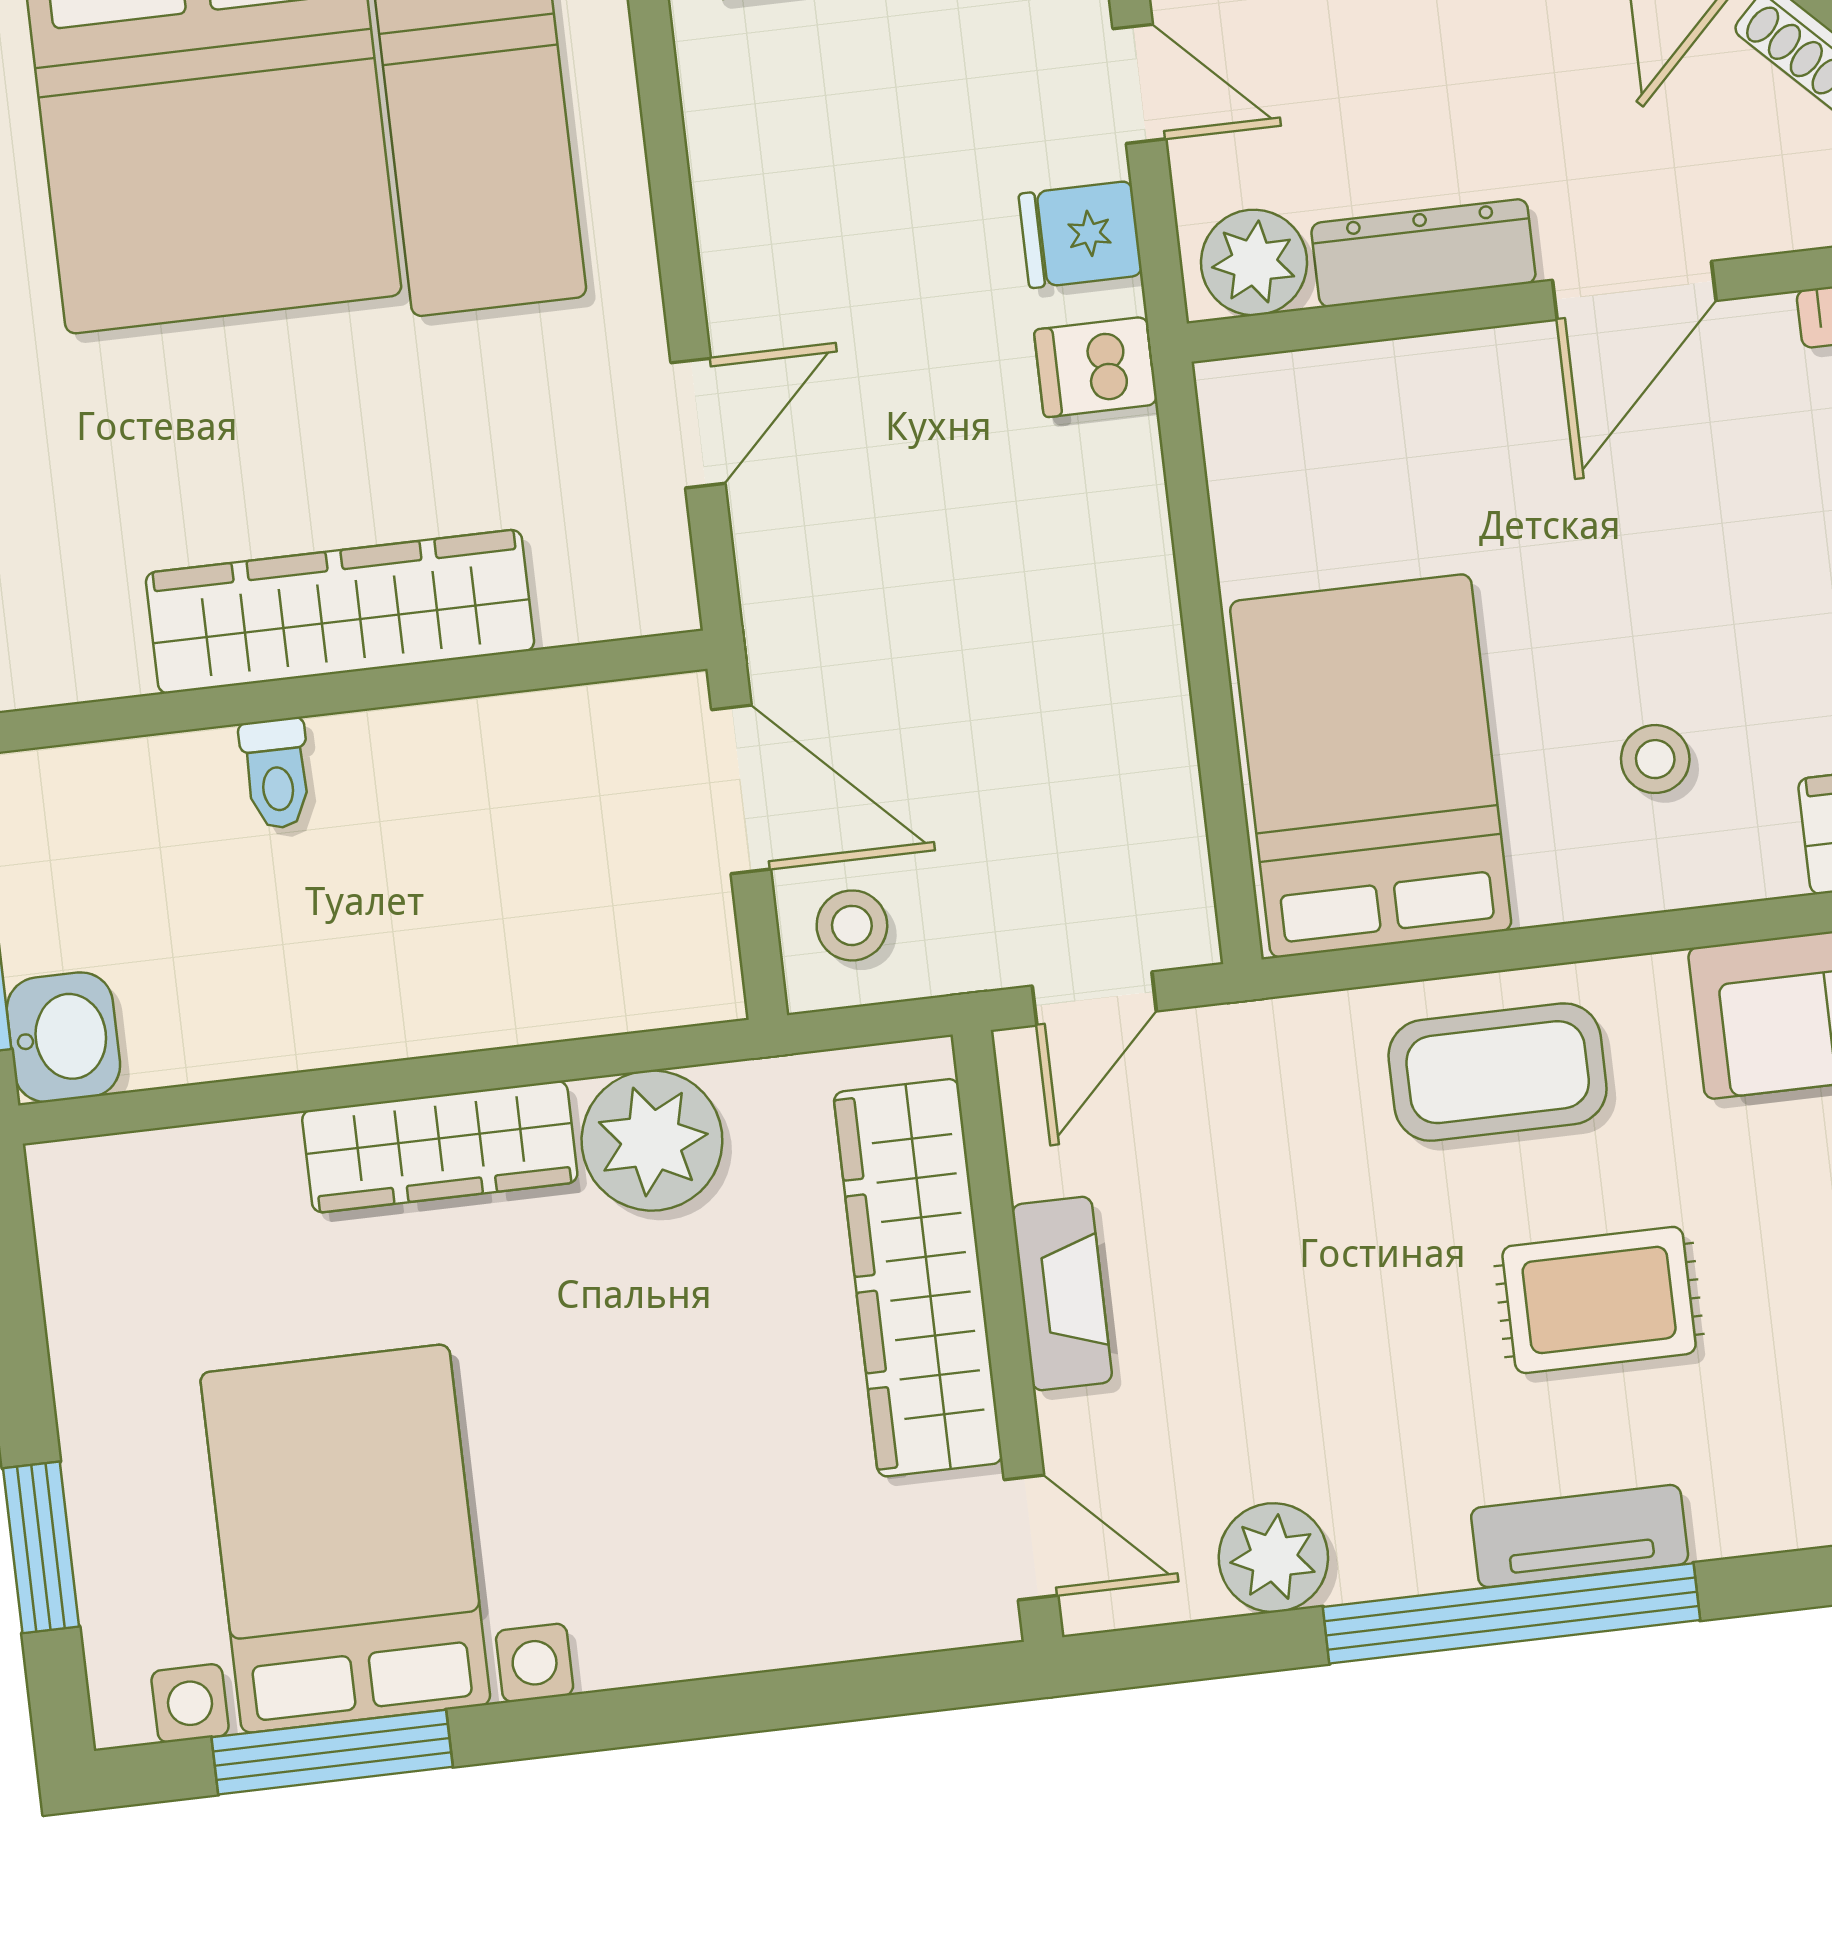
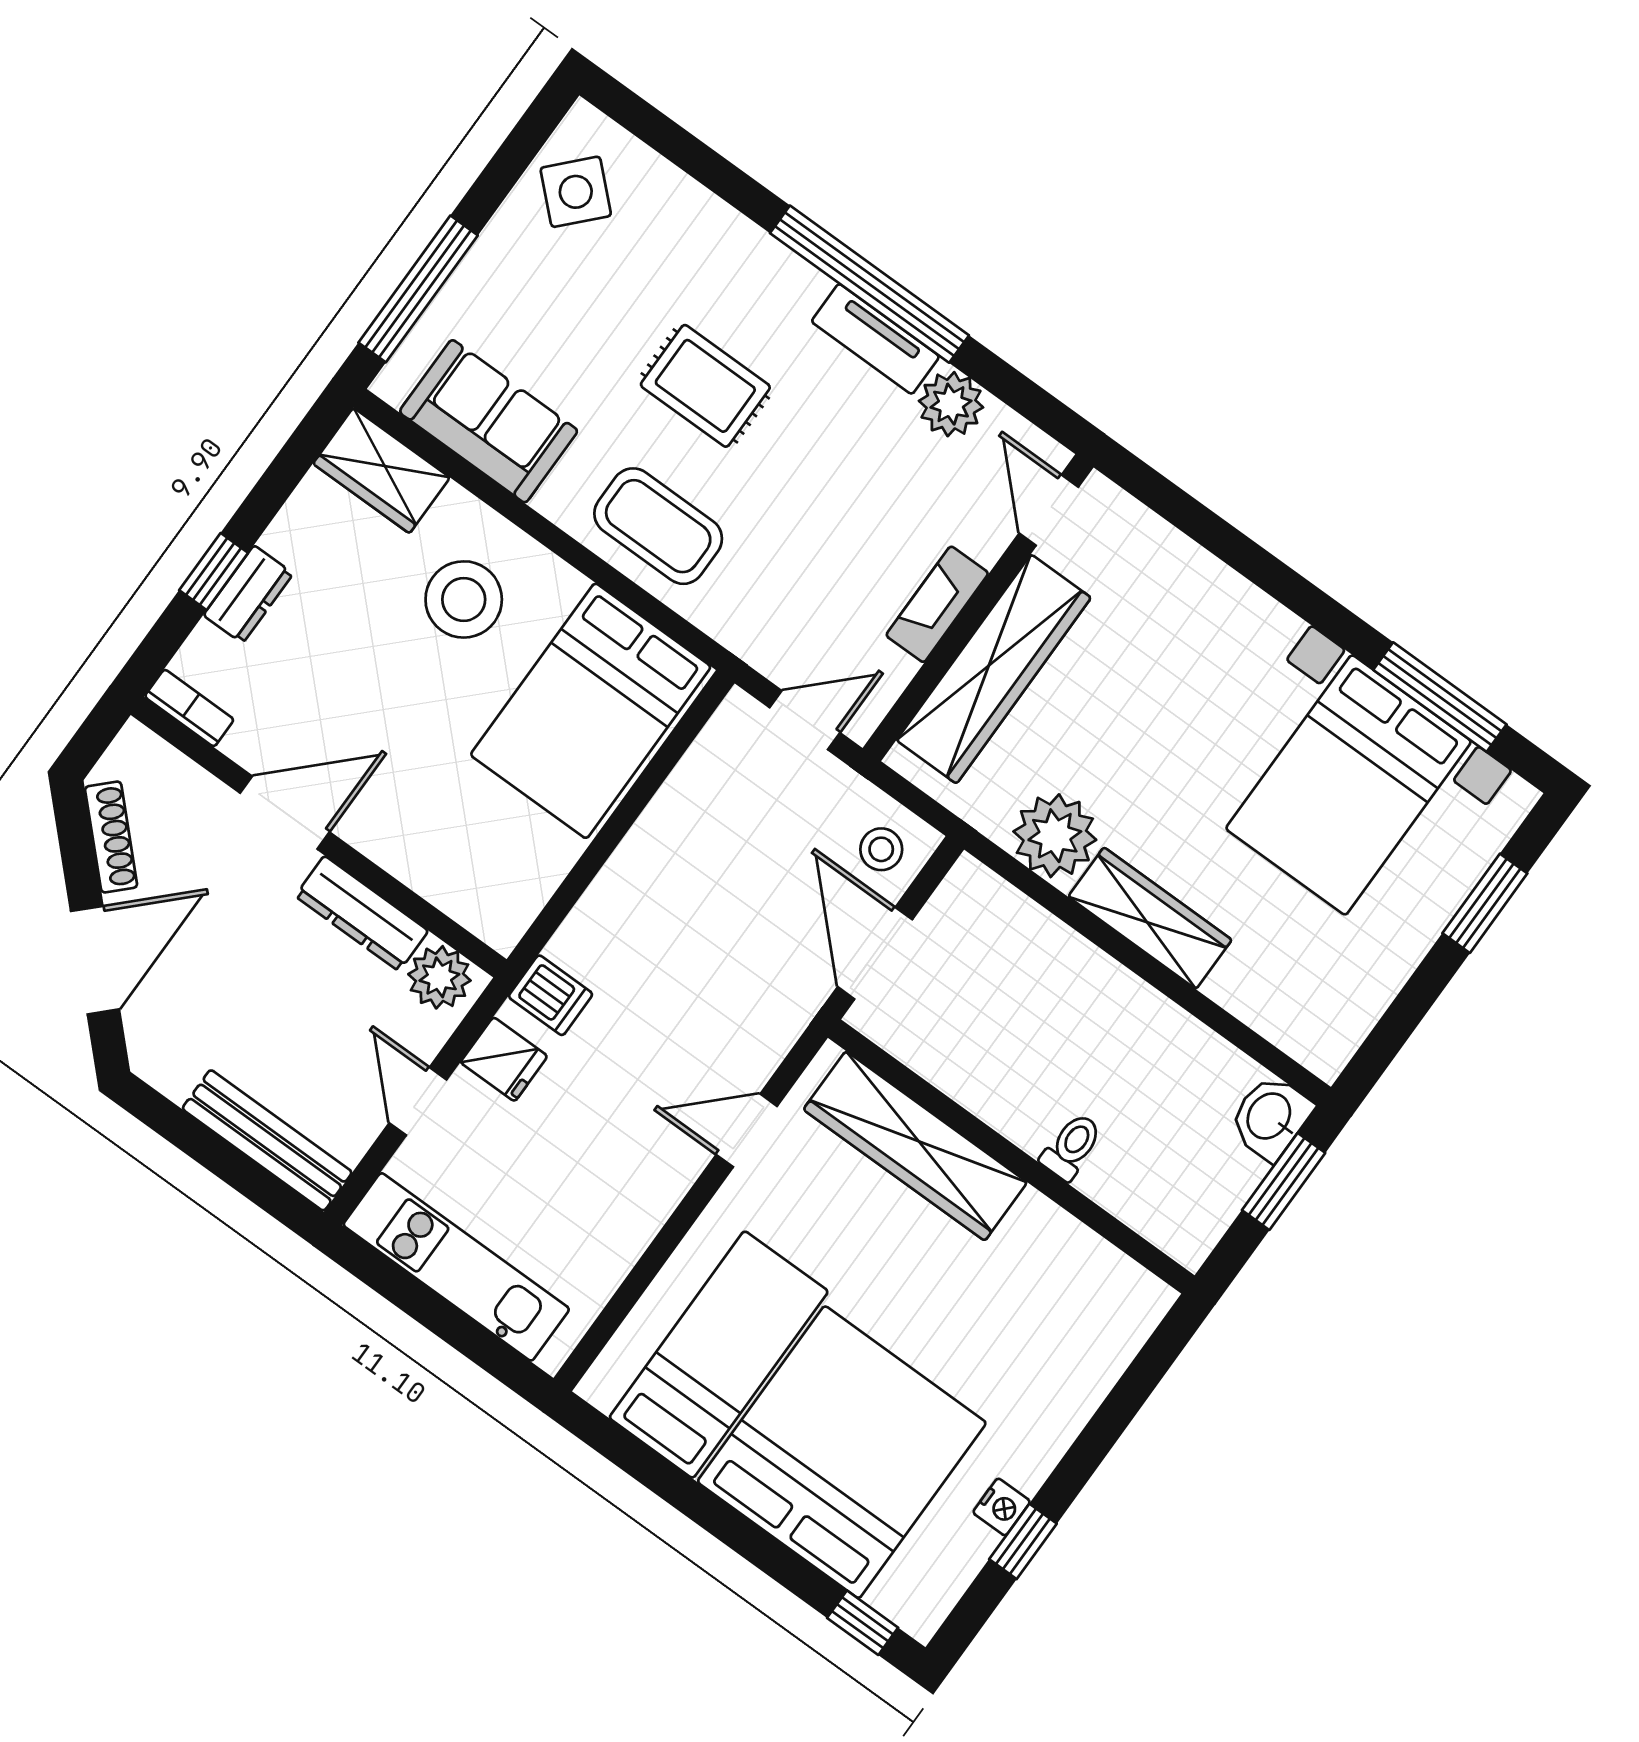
wardrobe: (340, 612) -> (915, 1146), moved
stool: (1655, 759) -> (464, 599), width x1.89, depth x1.89
tv unit: (1580, 1536) -> (875, 339), moved

